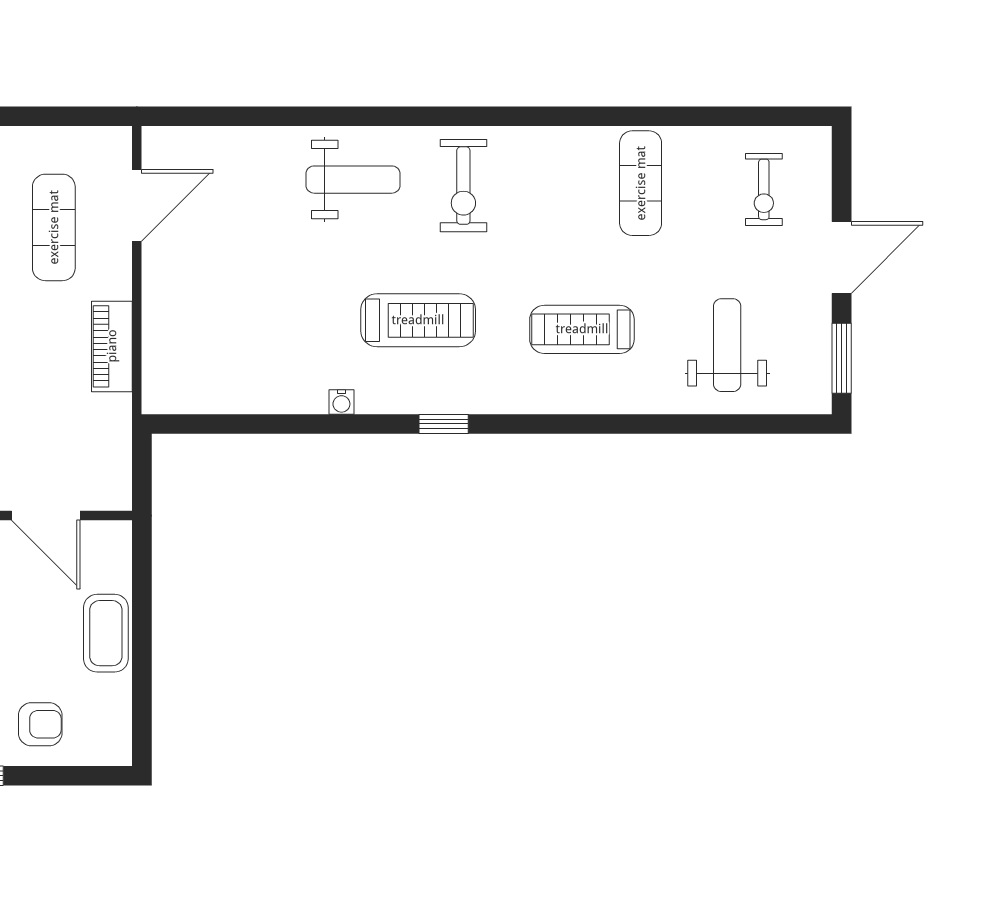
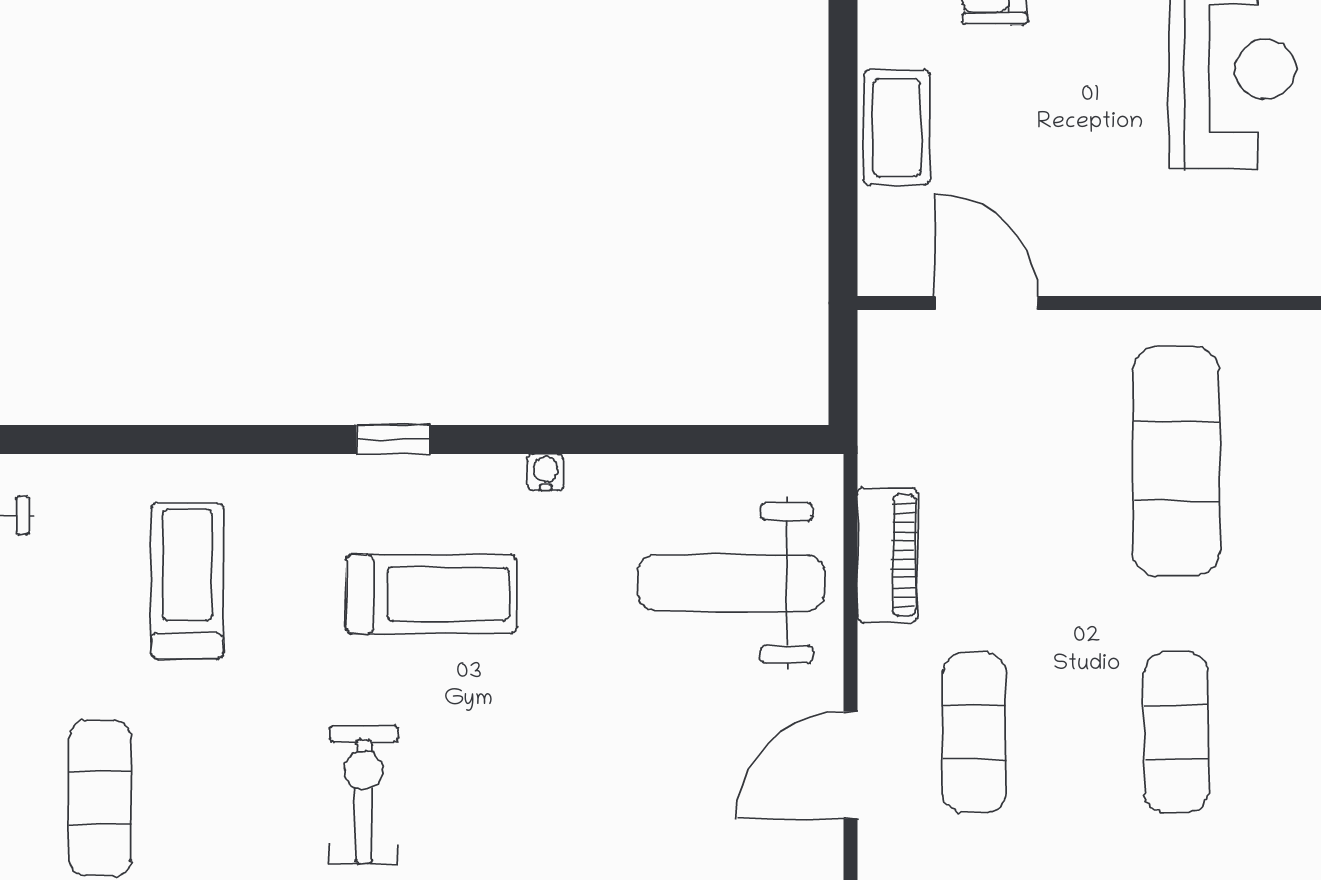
weight bench: (353, 180) -> (731, 583), moved, width x1.36, depth x1.33
treadmill: (418, 320) -> (431, 594), turned 180
treadmill: (582, 329) -> (187, 581), turned -90

